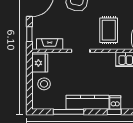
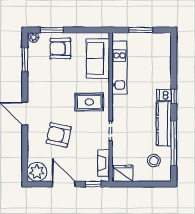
stool: (44, 84) -> (154, 161), moved
window: (69, 112) -> (174, 143), width x1.46

